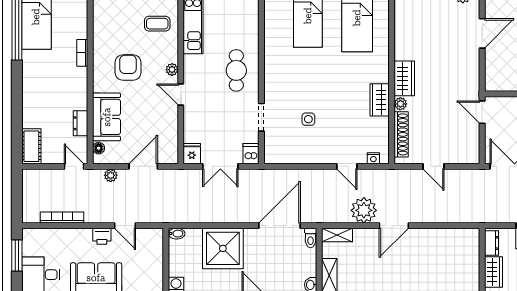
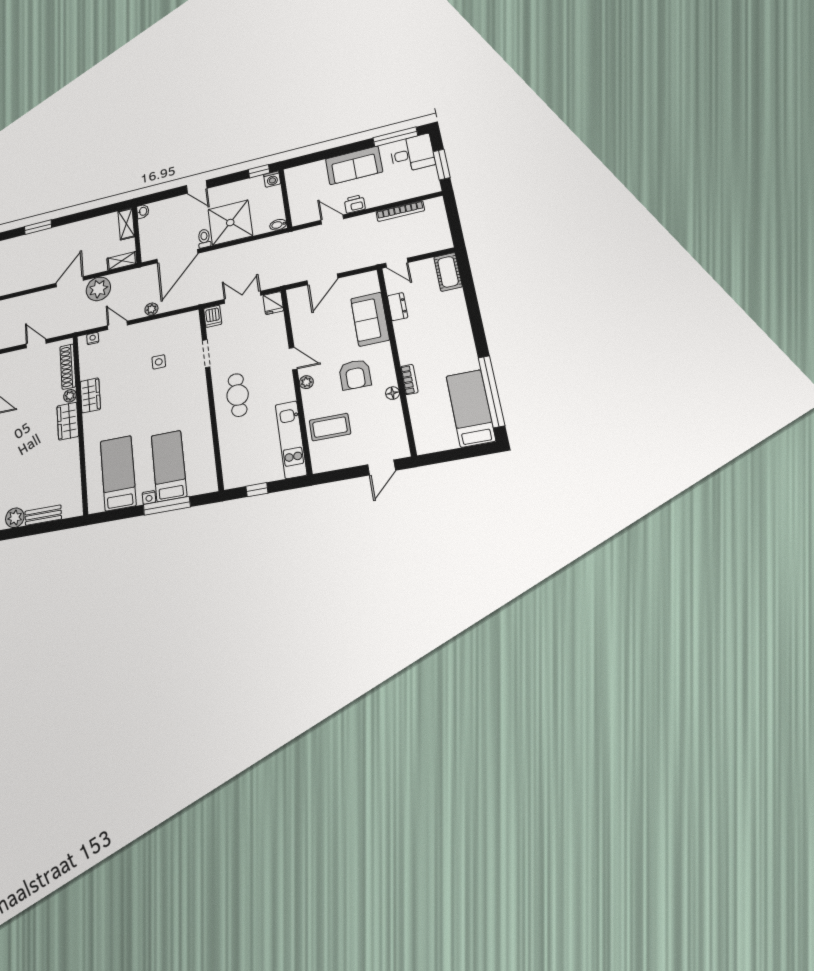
coffee table: (157, 24) -> (330, 427), width x1.36, depth x1.30
floor lamp: (99, 148) -> (393, 393), moved
plant: (111, 175) -> (151, 309), moved
toilet: (311, 238) -> (204, 238), moved

